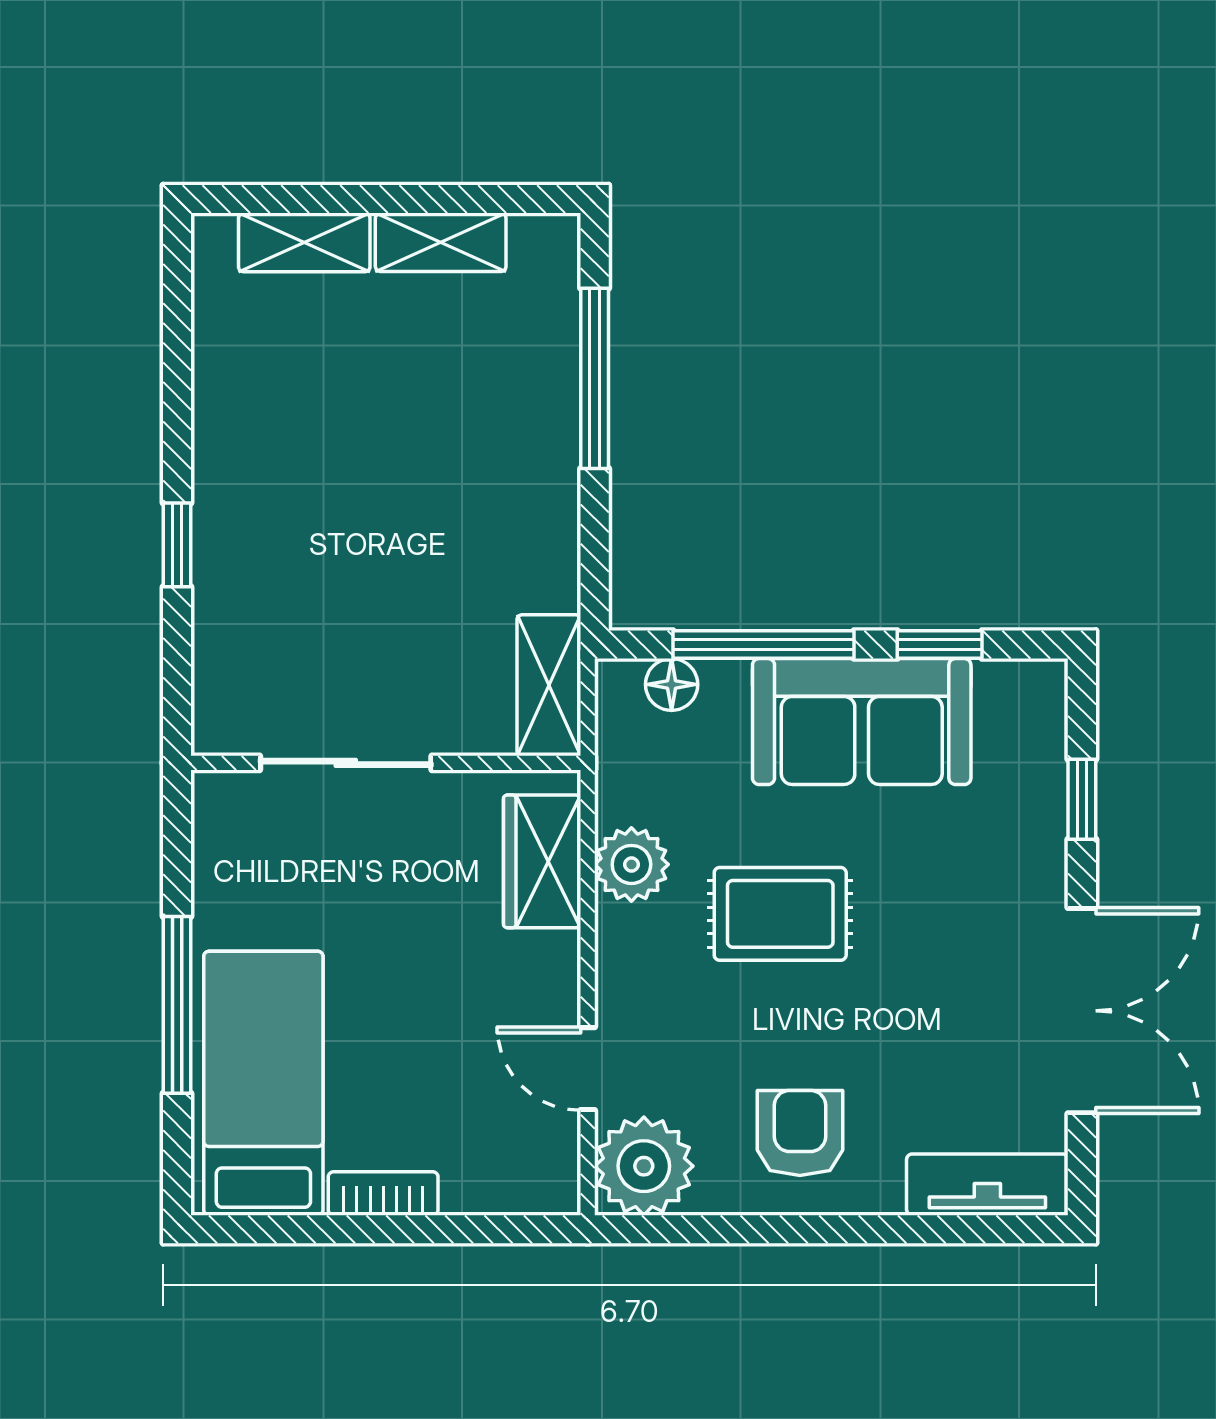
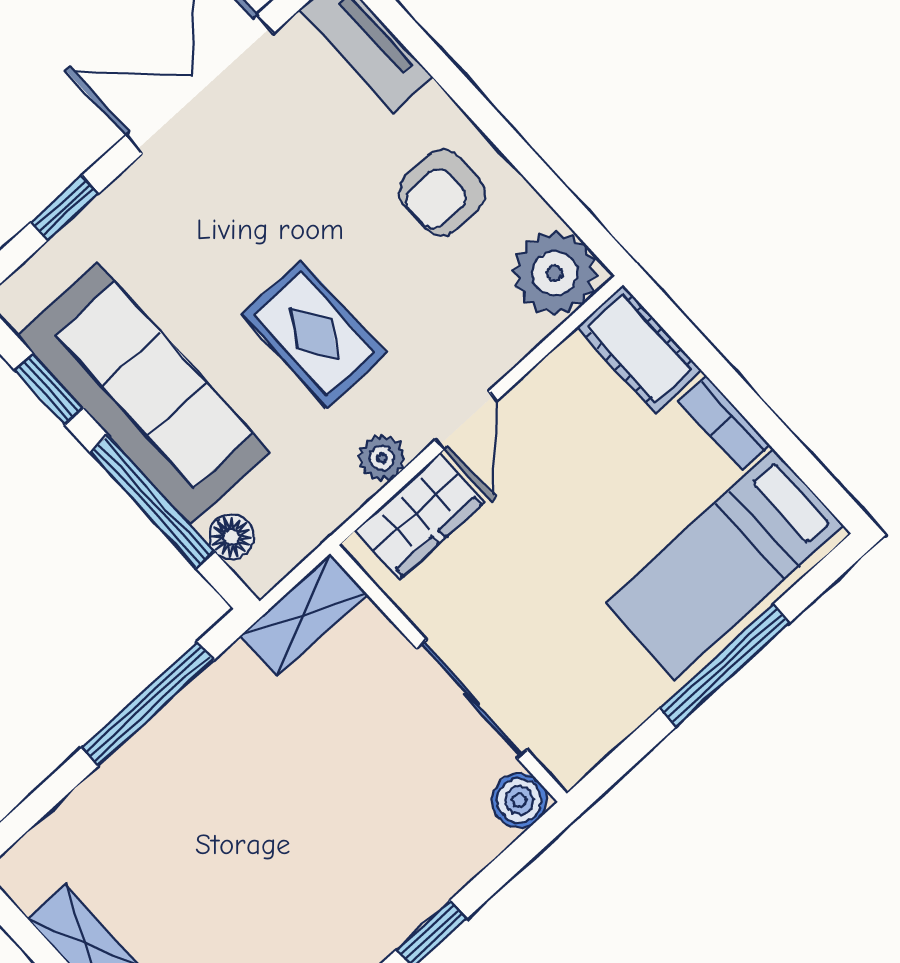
window: (595, 378) -> (148, 704), moved
sofa: (862, 722) -> (144, 394), width x1.36
boiler: (222, 725) -> (520, 800), added
plant: (631, 864) -> (382, 458), width x0.73, depth x0.73
door: (588, 1069) -> (466, 420), moved
cot: (514, 1179) -> (639, 349), added

